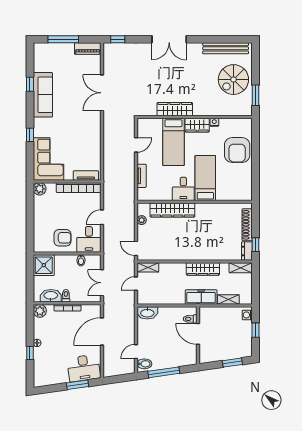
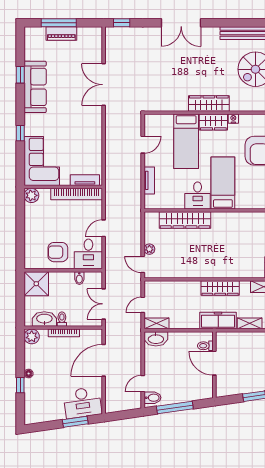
piano: (88, 49) -> (61, 33), moved
wardrobe: (175, 109) -> (209, 103), moved
plant: (142, 220) -> (149, 249), moved
armchair: (62, 238) -> (58, 252), turned 180
shelving: (148, 267) -> (157, 323), moved

